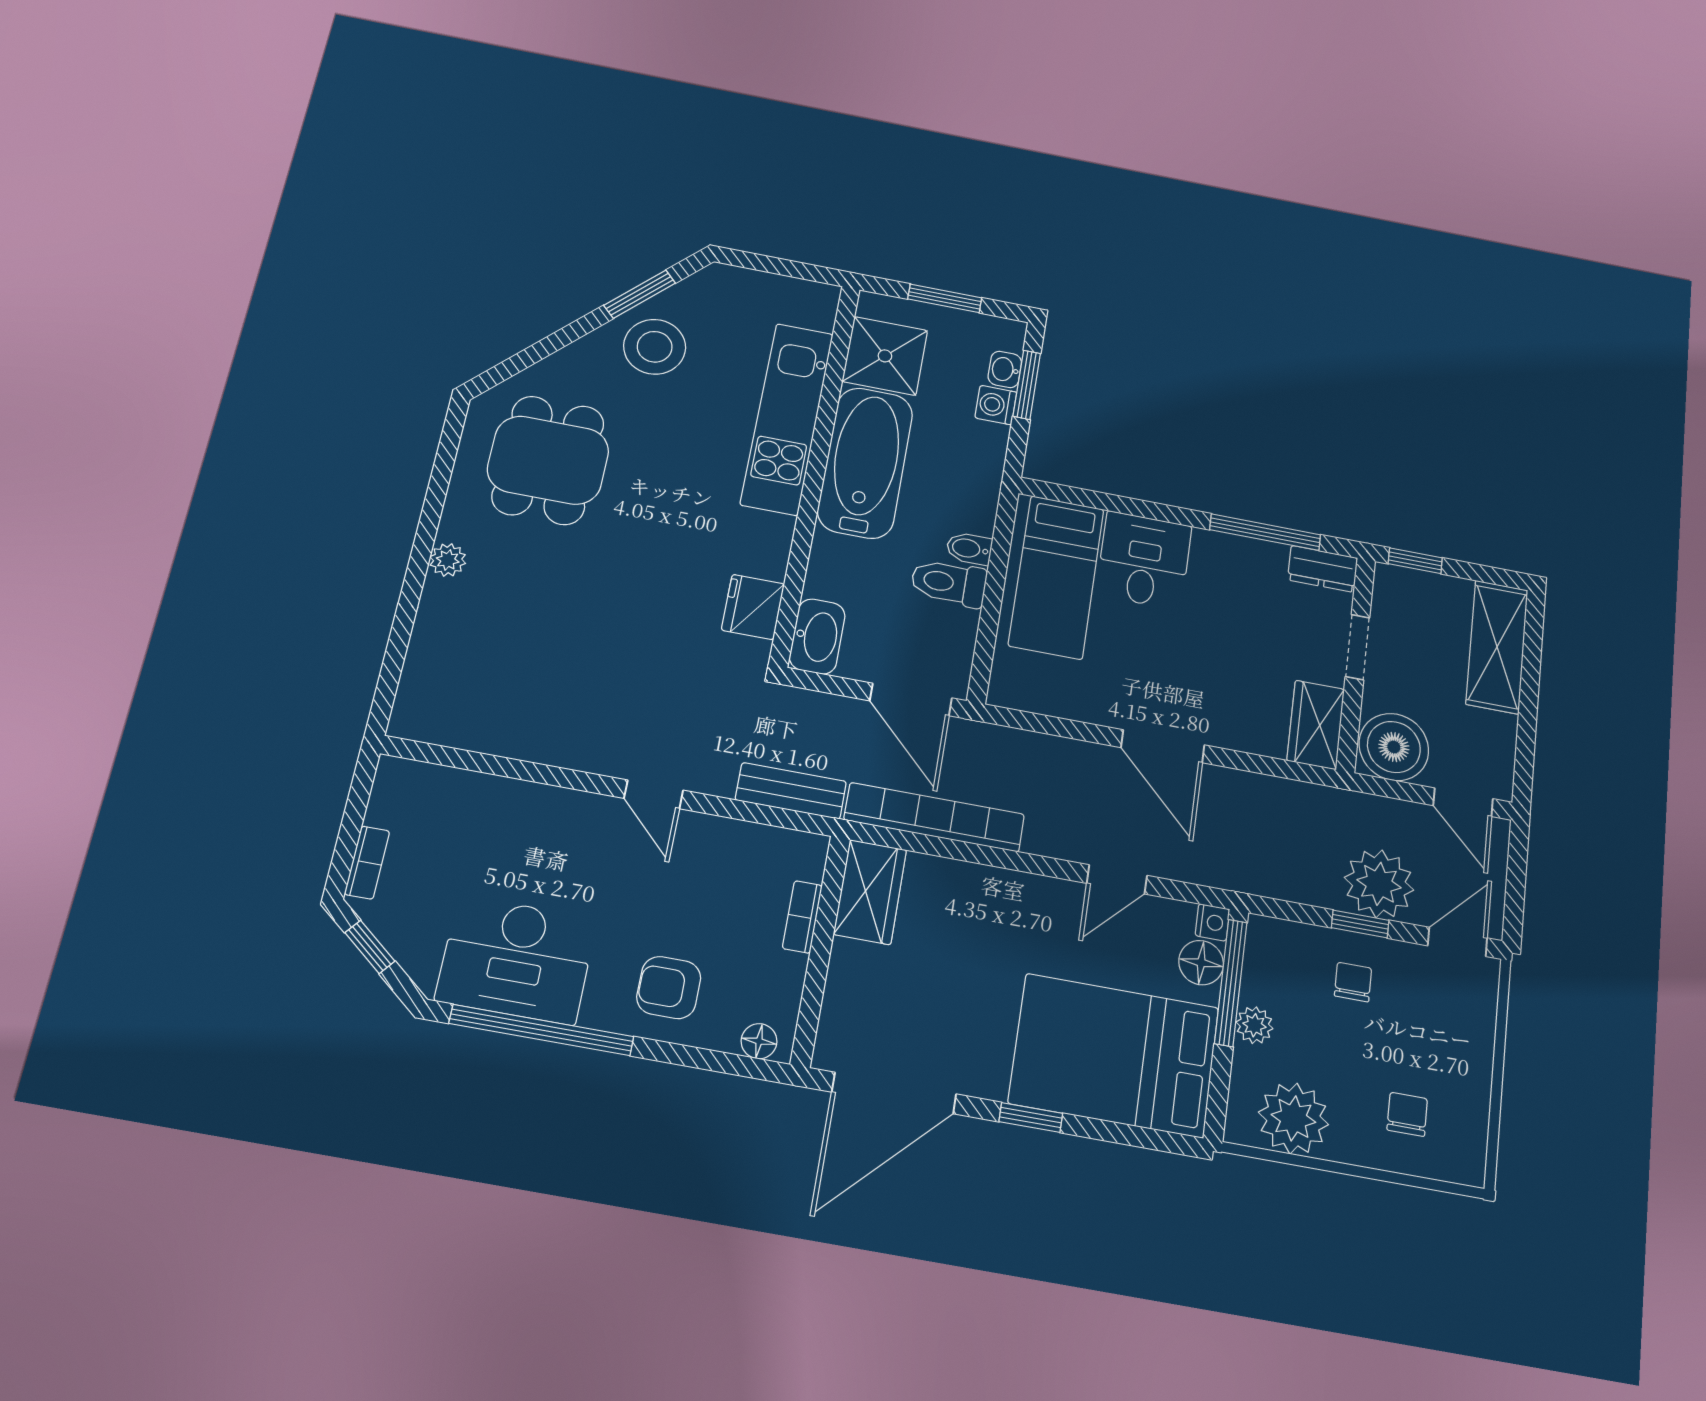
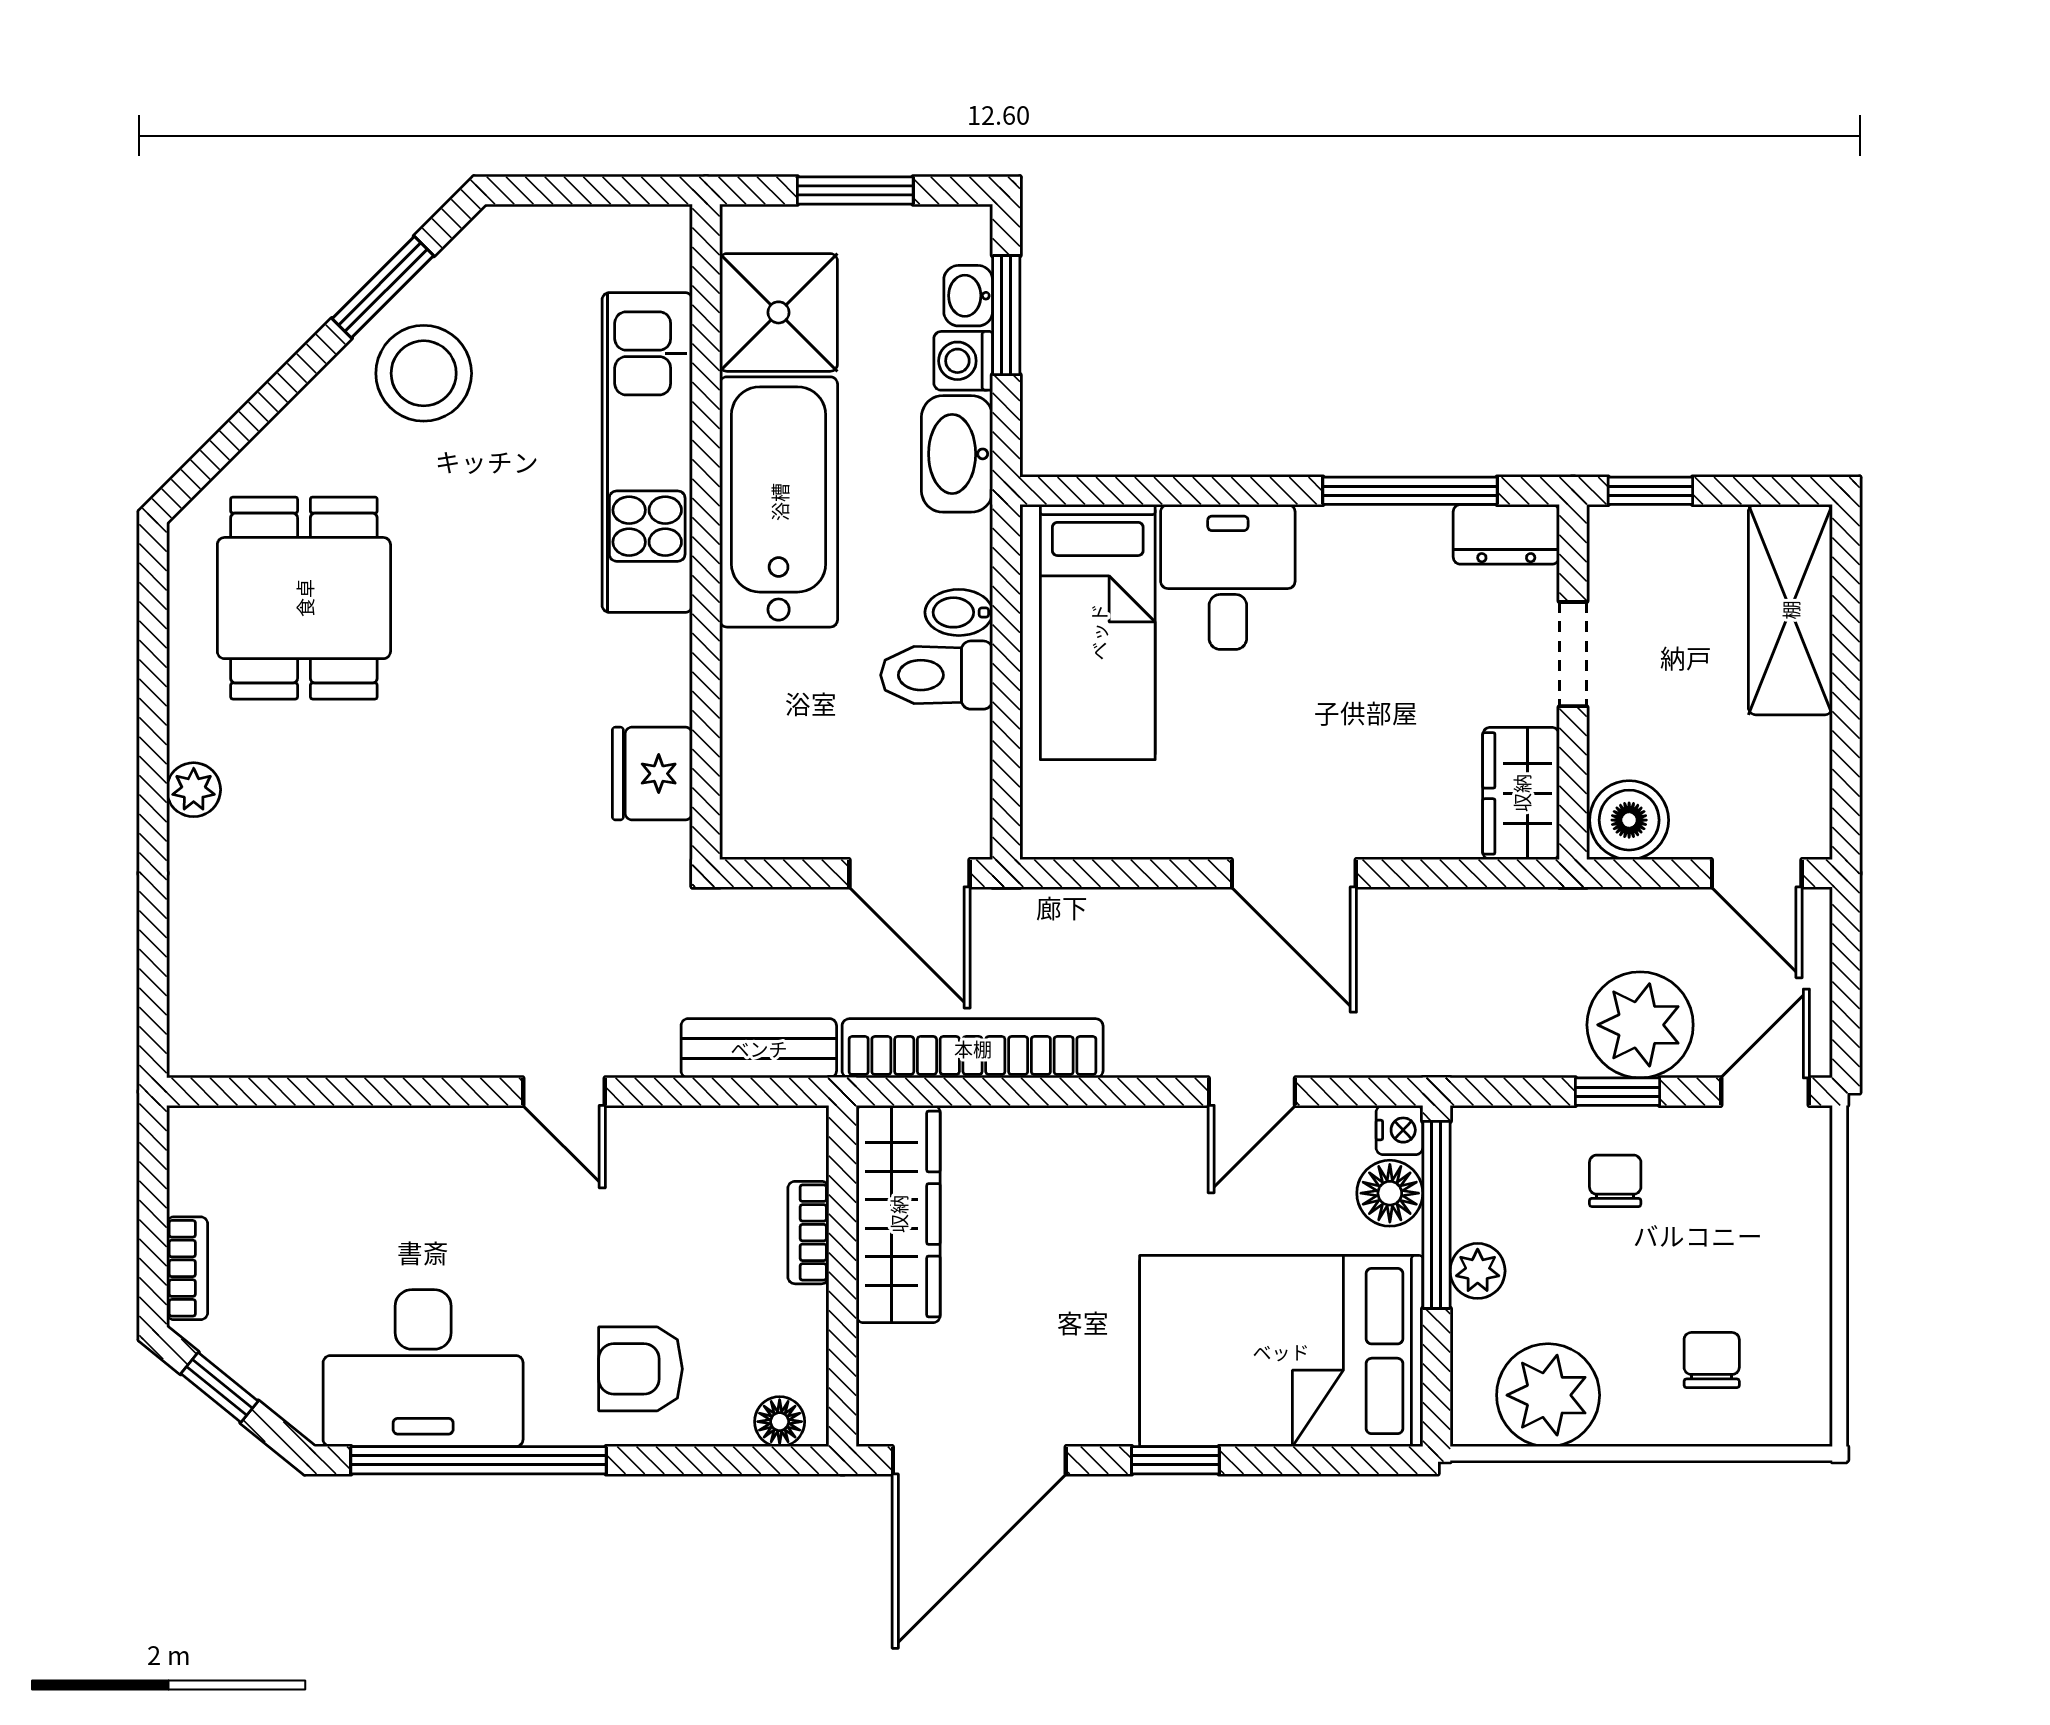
washbasin: (817, 636) -> (957, 454), moved, turned 180
boiler: (1394, 747) -> (1629, 820), width x0.73, depth x0.73
wardrobe: (870, 892) -> (898, 1214), width x1.50

